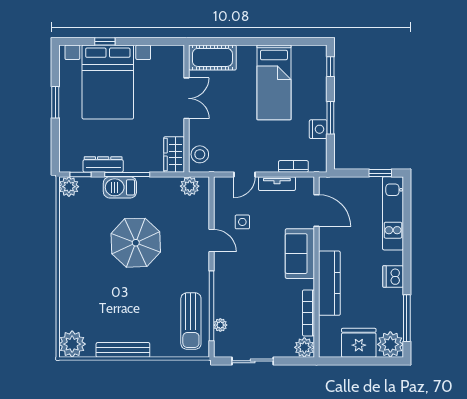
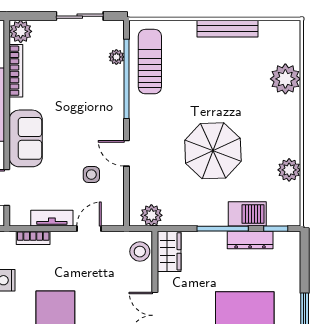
plant: (69, 187) -> (289, 170), moved
barbecue: (120, 187) -> (247, 214), moved
plant: (72, 344) -> (285, 79), moved

